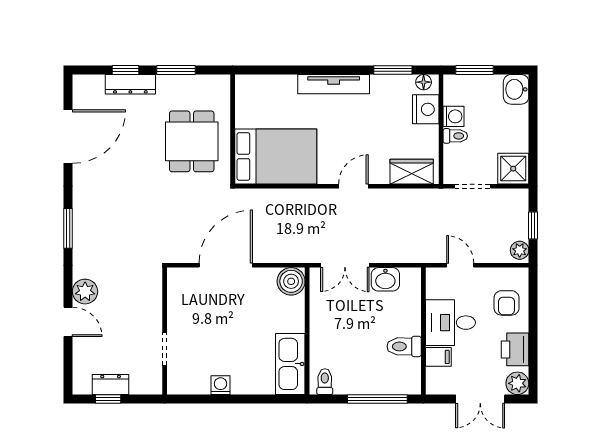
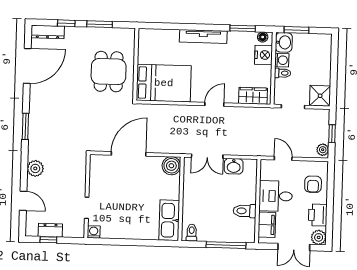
dresser: (130, 84) -> (48, 32), moved
washbasin: (516, 89) -> (284, 42), moved, turned 180
door: (68, 322) -> (23, 201), moved
filing cabinet: (438, 357) -> (267, 225), width x2.00
washing machine: (221, 385) -> (94, 232), moved

